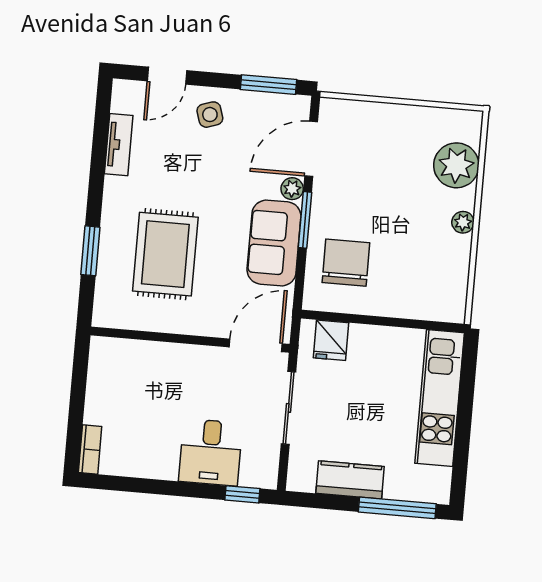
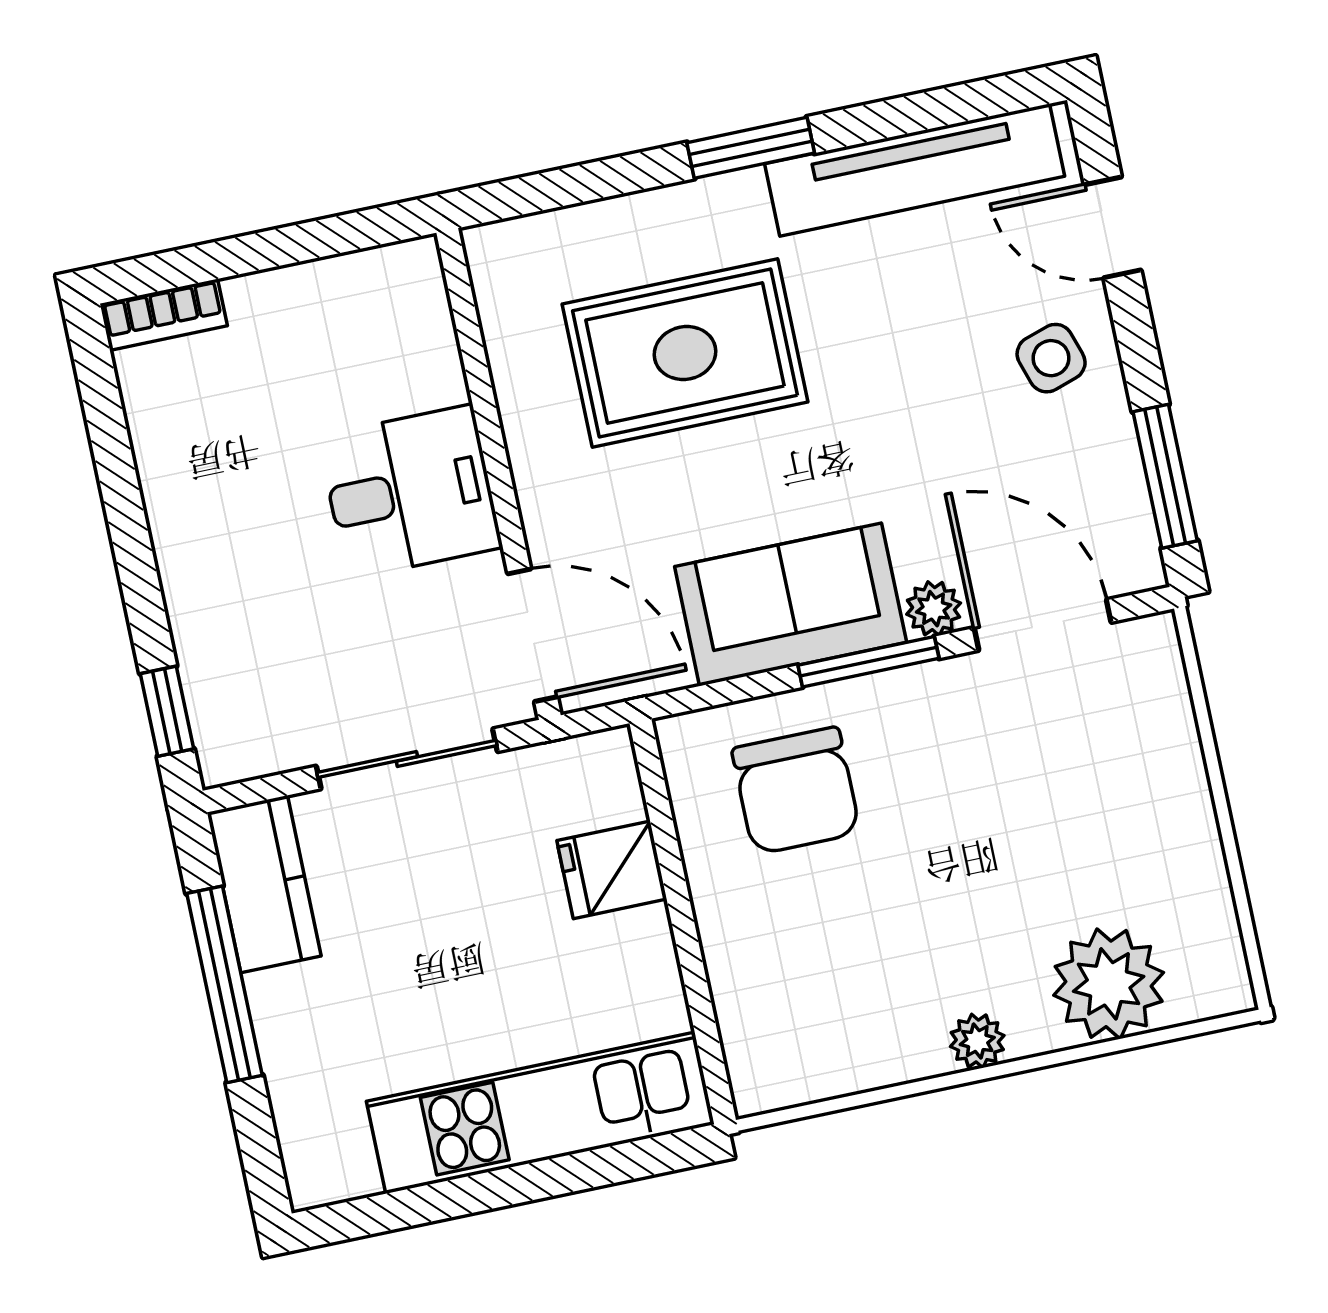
tv unit: (119, 145) -> (915, 170), width x1.92, depth x1.29
window: (90, 251) -> (751, 148), moved
chair: (346, 263) -> (796, 791), turned 90
fridge: (331, 340) -> (612, 870), moved
desk: (211, 452) -> (410, 492), moved, turned 180
kitchen counter: (350, 480) -> (264, 884), moved
window: (397, 508) -> (225, 984), moved

